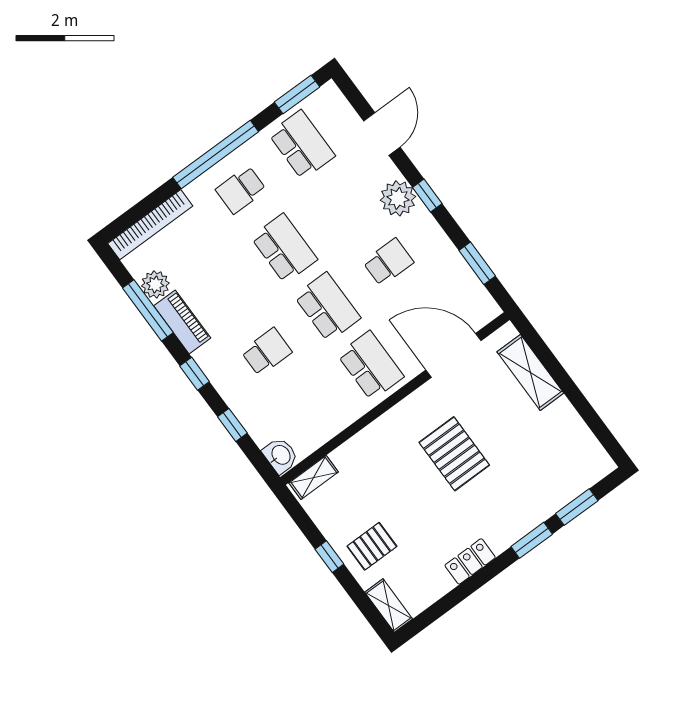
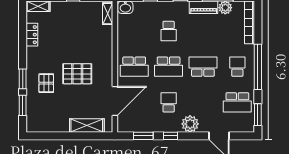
window: (427, 196) -> (170, 136), moved
school desk: (284, 248) -> (203, 67), turned 180
school desk: (388, 262) -> (169, 102), turned 180
pallet: (372, 546) -> (46, 83), moved
locker: (470, 561) -> (32, 35), moved

